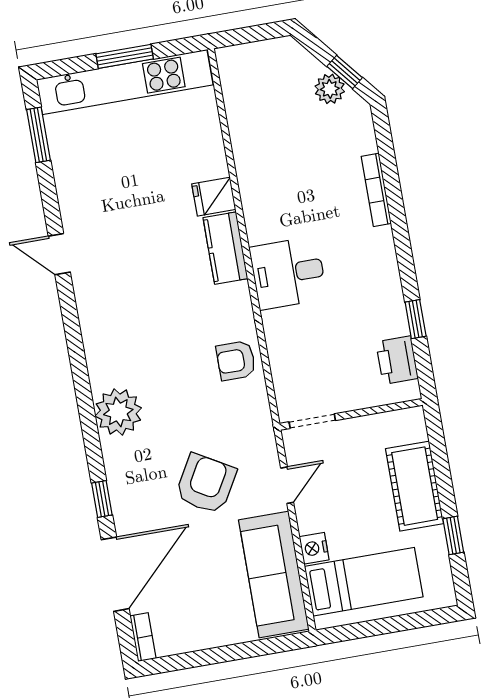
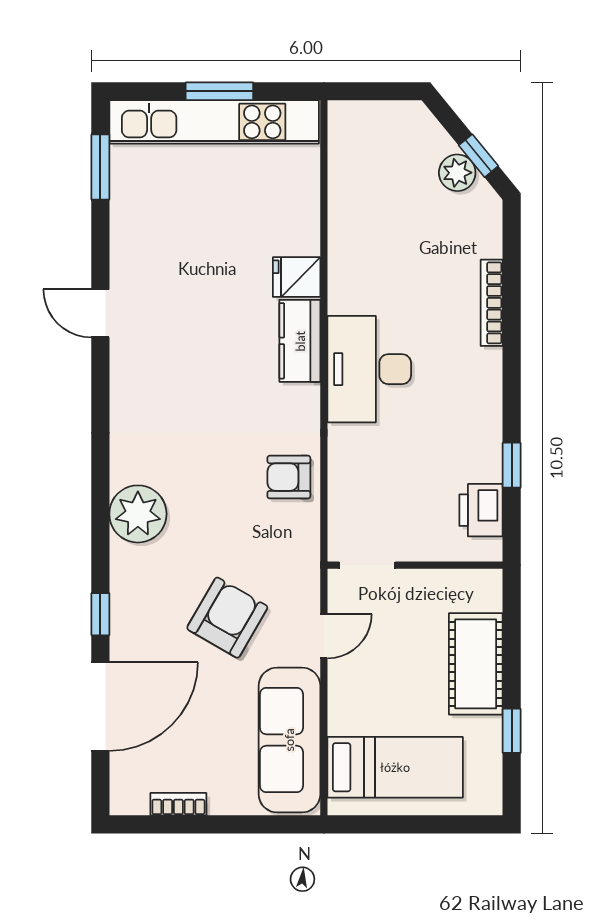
desk: (288, 273) -> (369, 369), width x1.37
nightstand: (314, 548) -> (343, 717), removed
bookcase: (143, 637) -> (178, 804), moved, turned -90

